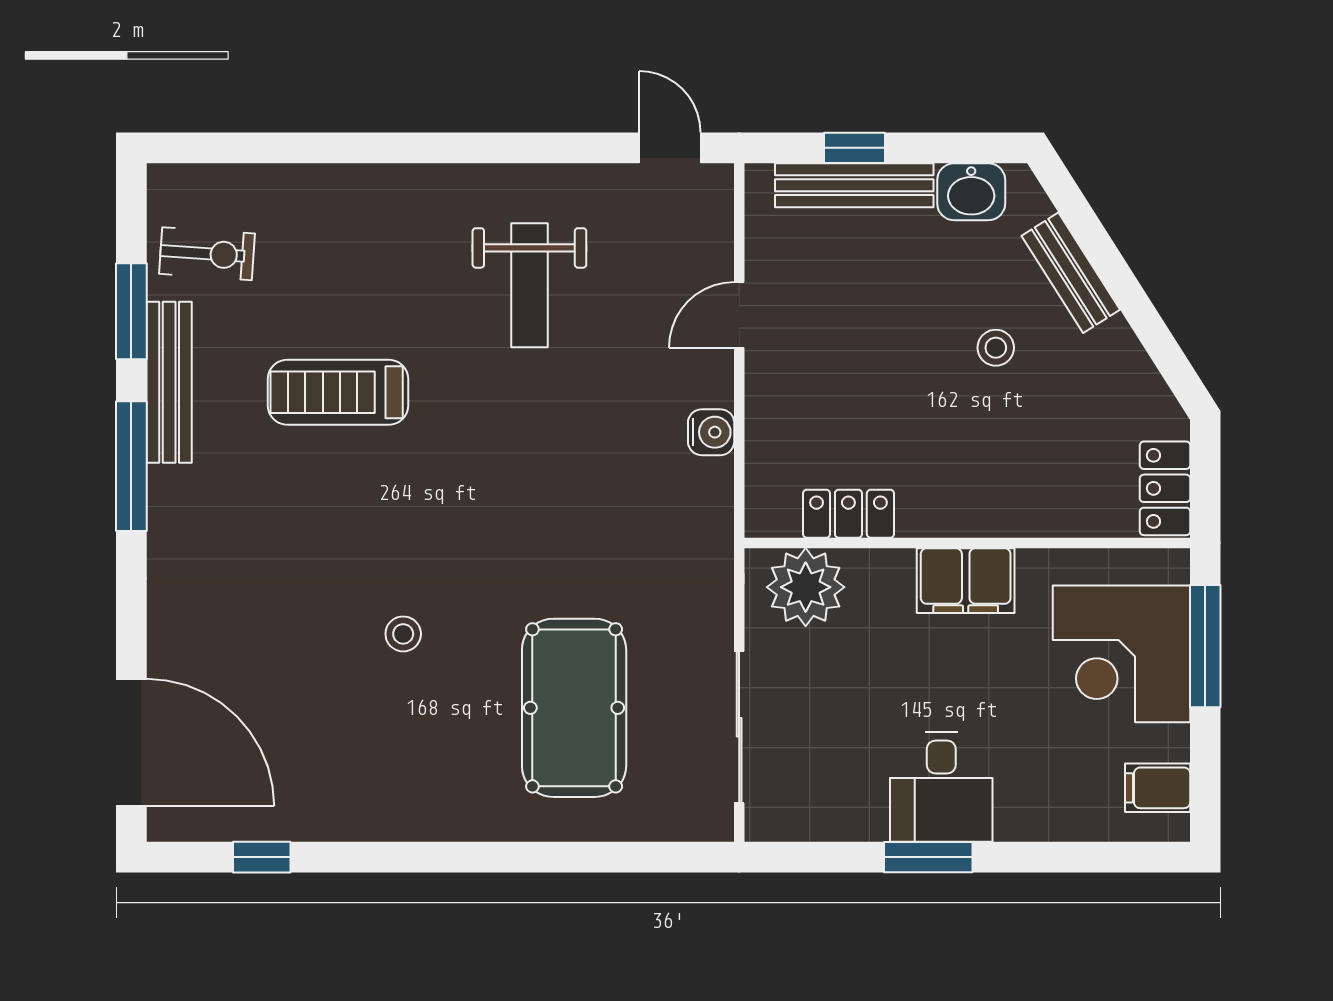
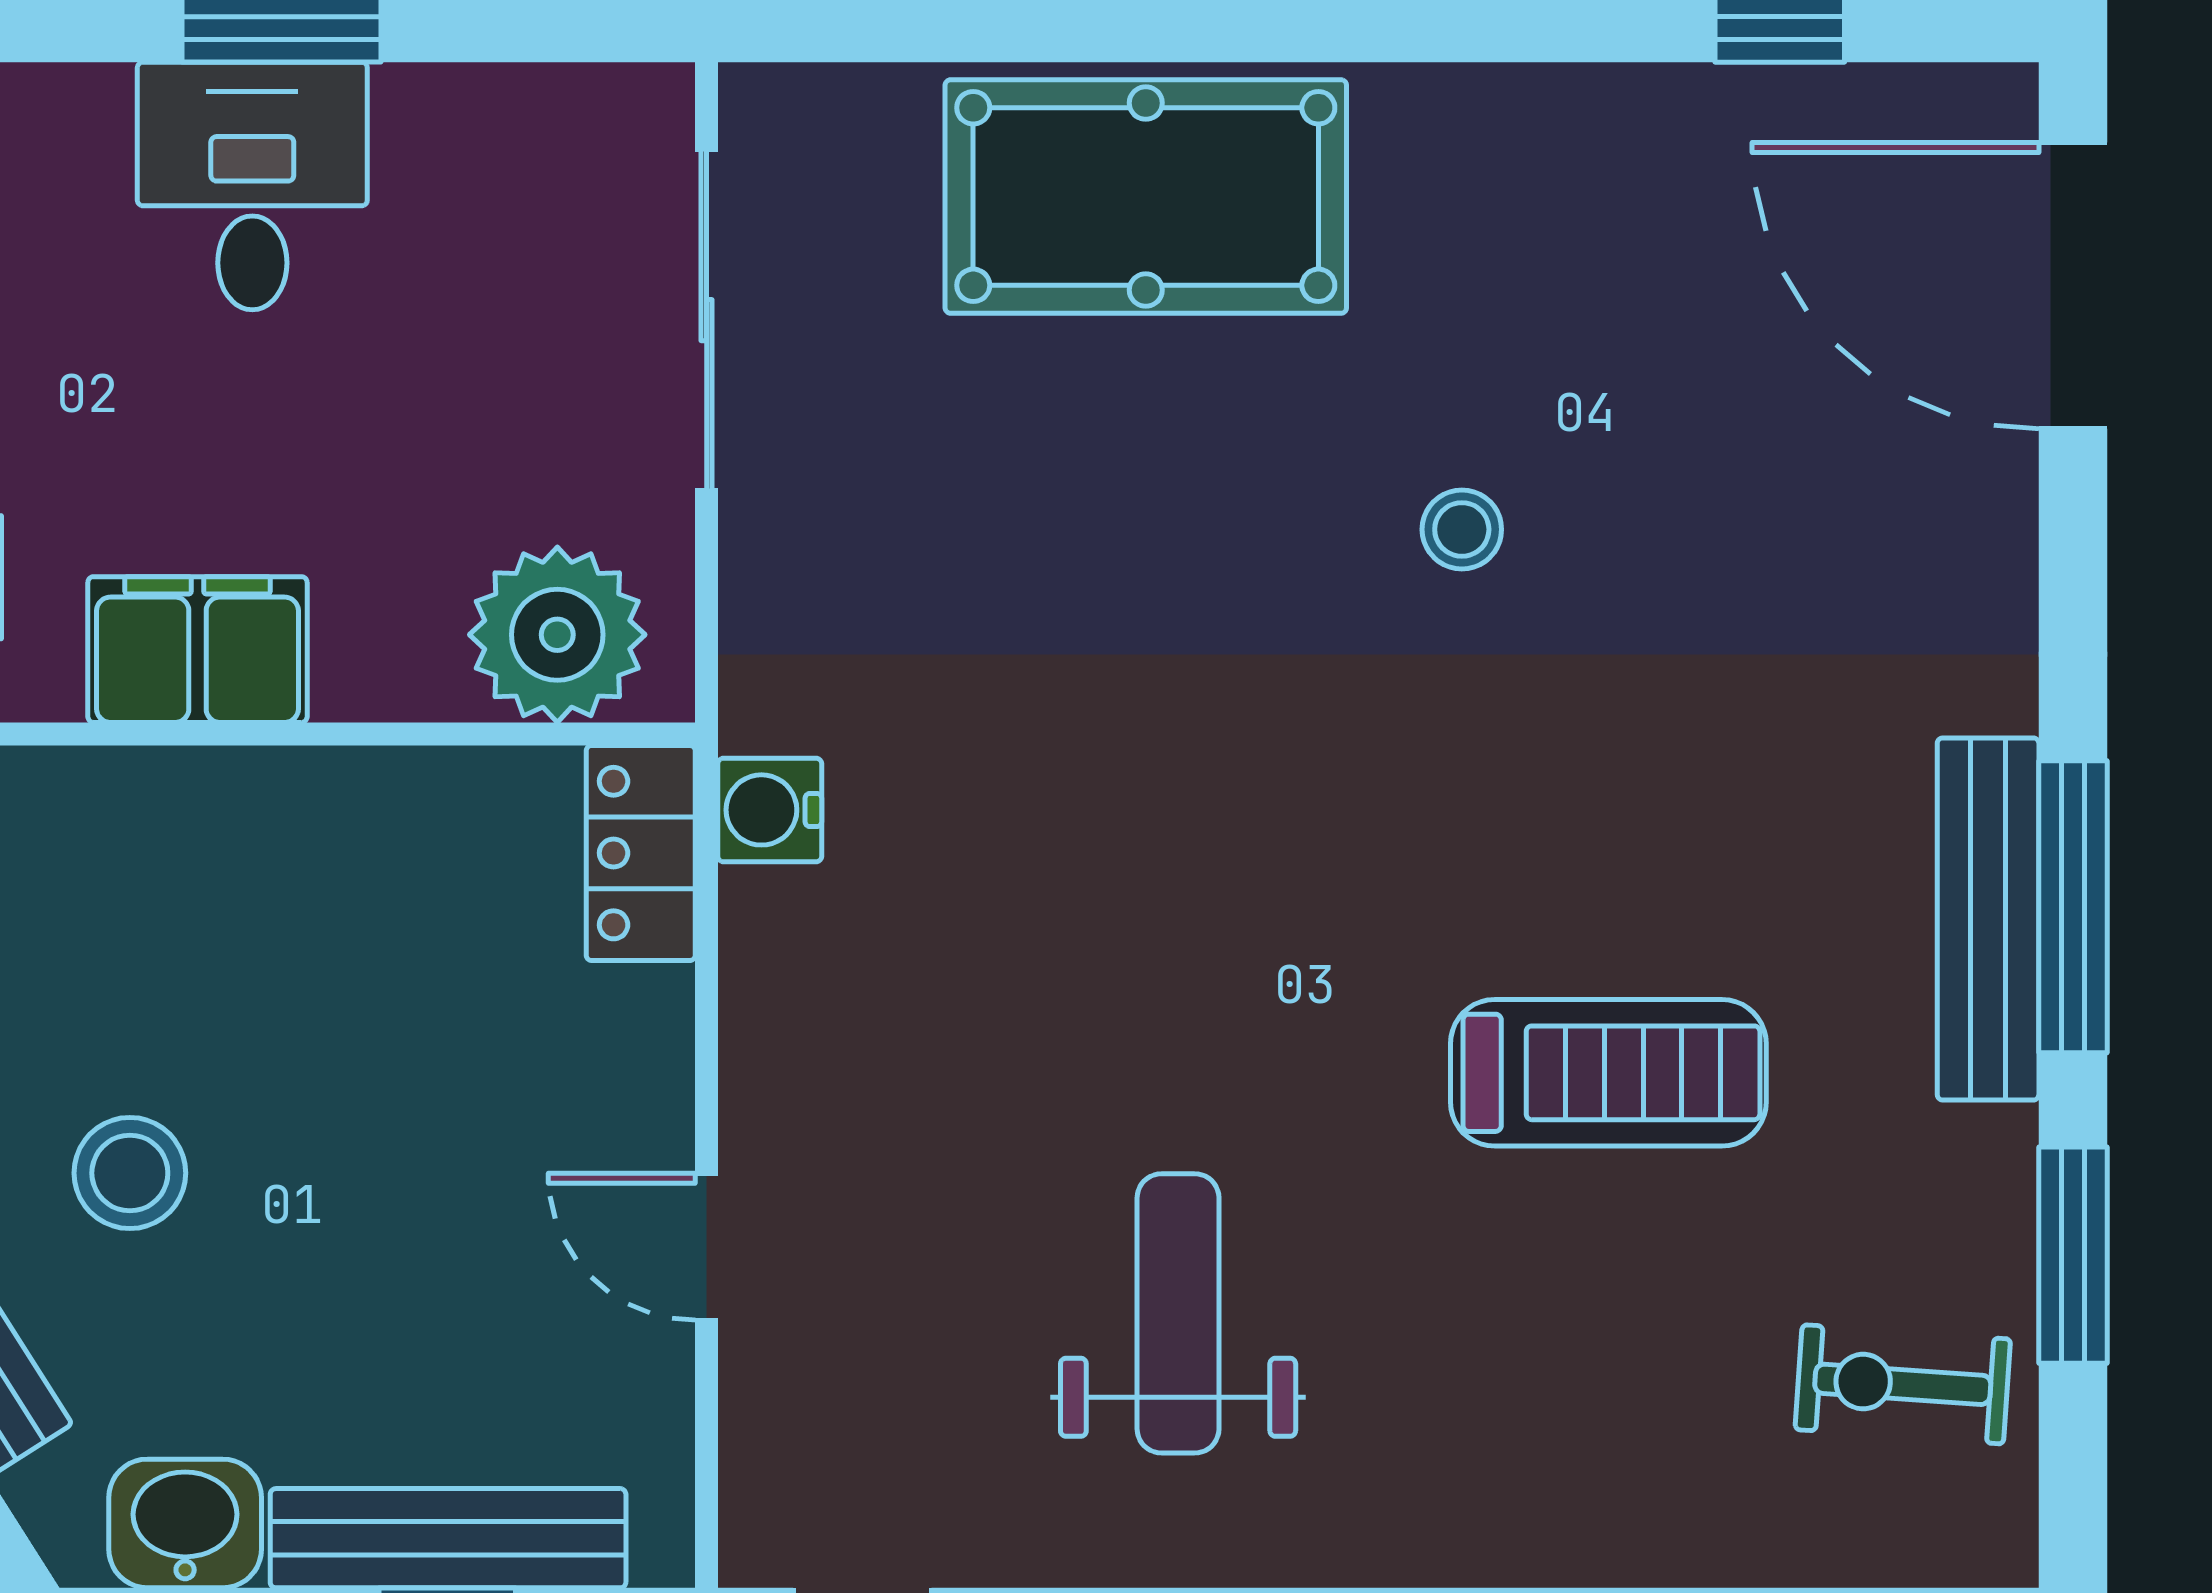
door: (739, 315) -> (707, 1247), swing flipped
stool: (996, 348) -> (130, 1173), width x1.37, depth x1.37
bench: (169, 382) -> (1988, 919), moved
water cooler: (711, 432) -> (770, 810), moved
locker: (848, 514) -> (641, 853), moved, turned 90
pool table: (574, 708) -> (1146, 197), moved, turned 90

